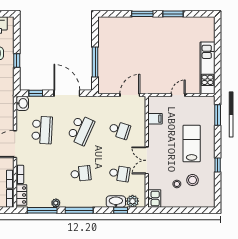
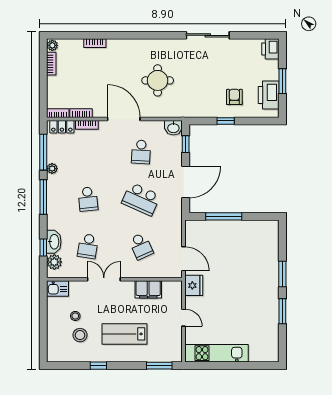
fridge: (152, 87) -> (194, 285), added
filing cabinet: (155, 119) -> (148, 289), width x2.00
school desk: (42, 130) -> (141, 152), width x0.54
school desk: (120, 130) -> (141, 246), turned -42
lab bench: (192, 144) -> (125, 334), turned 180

